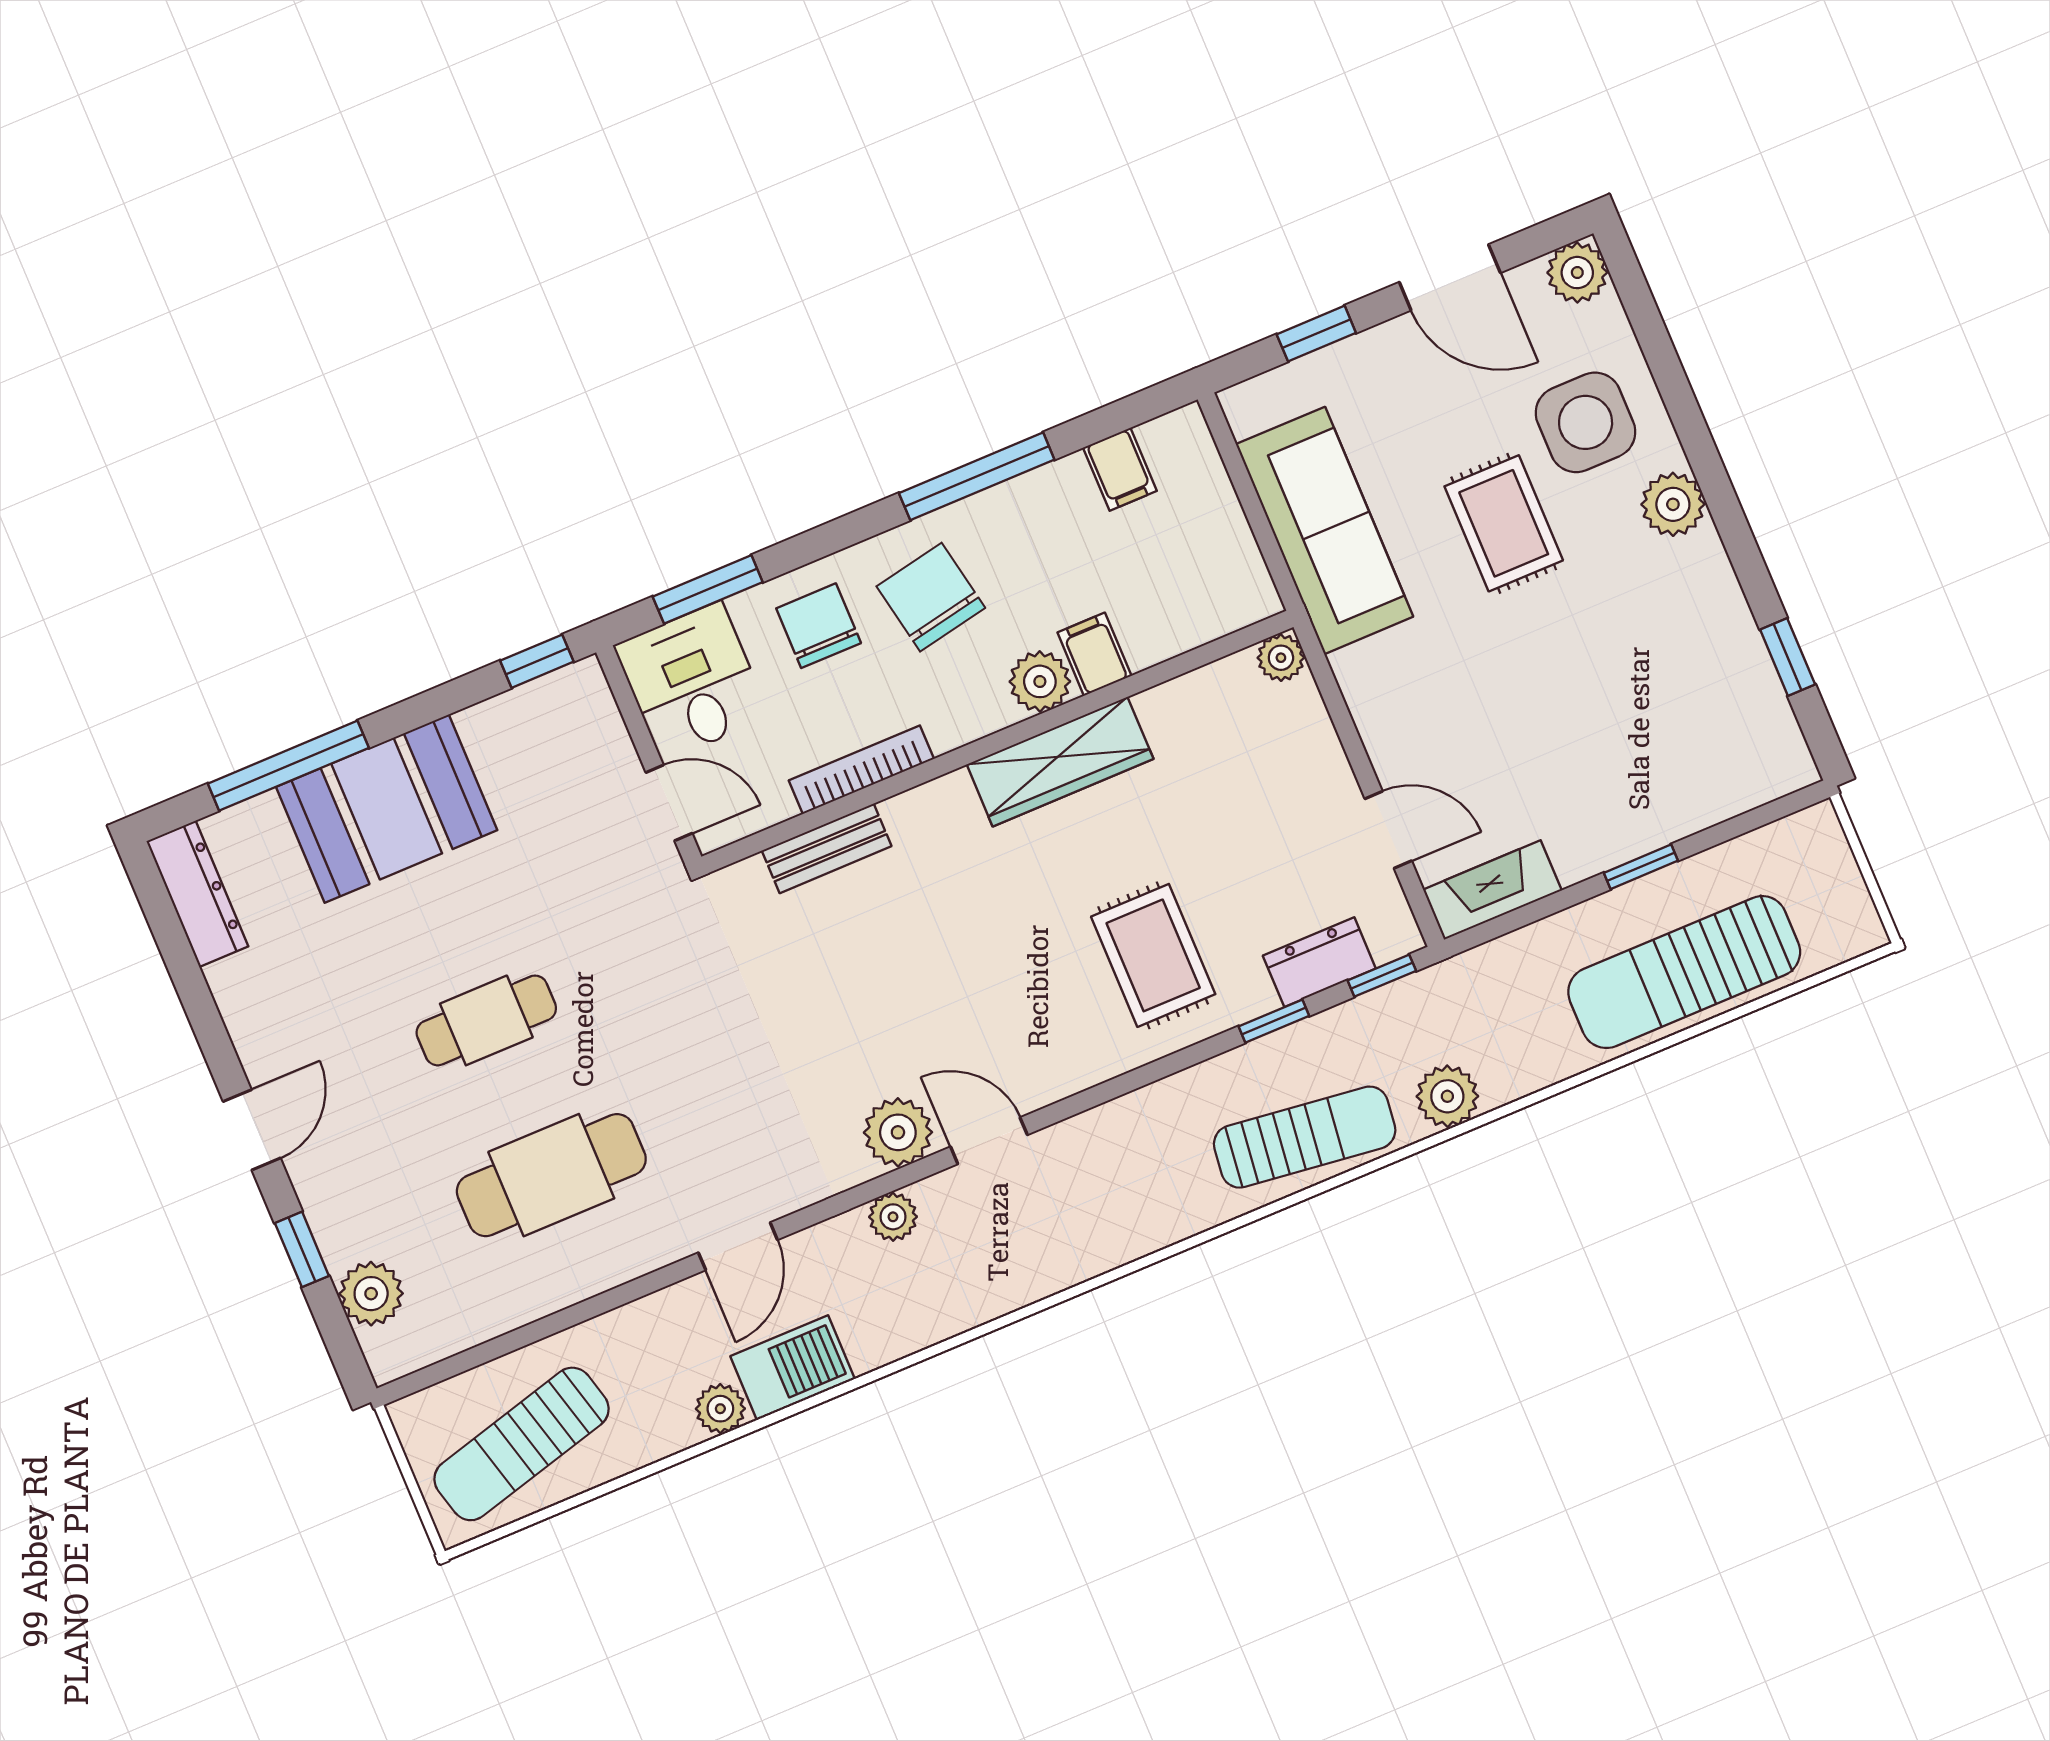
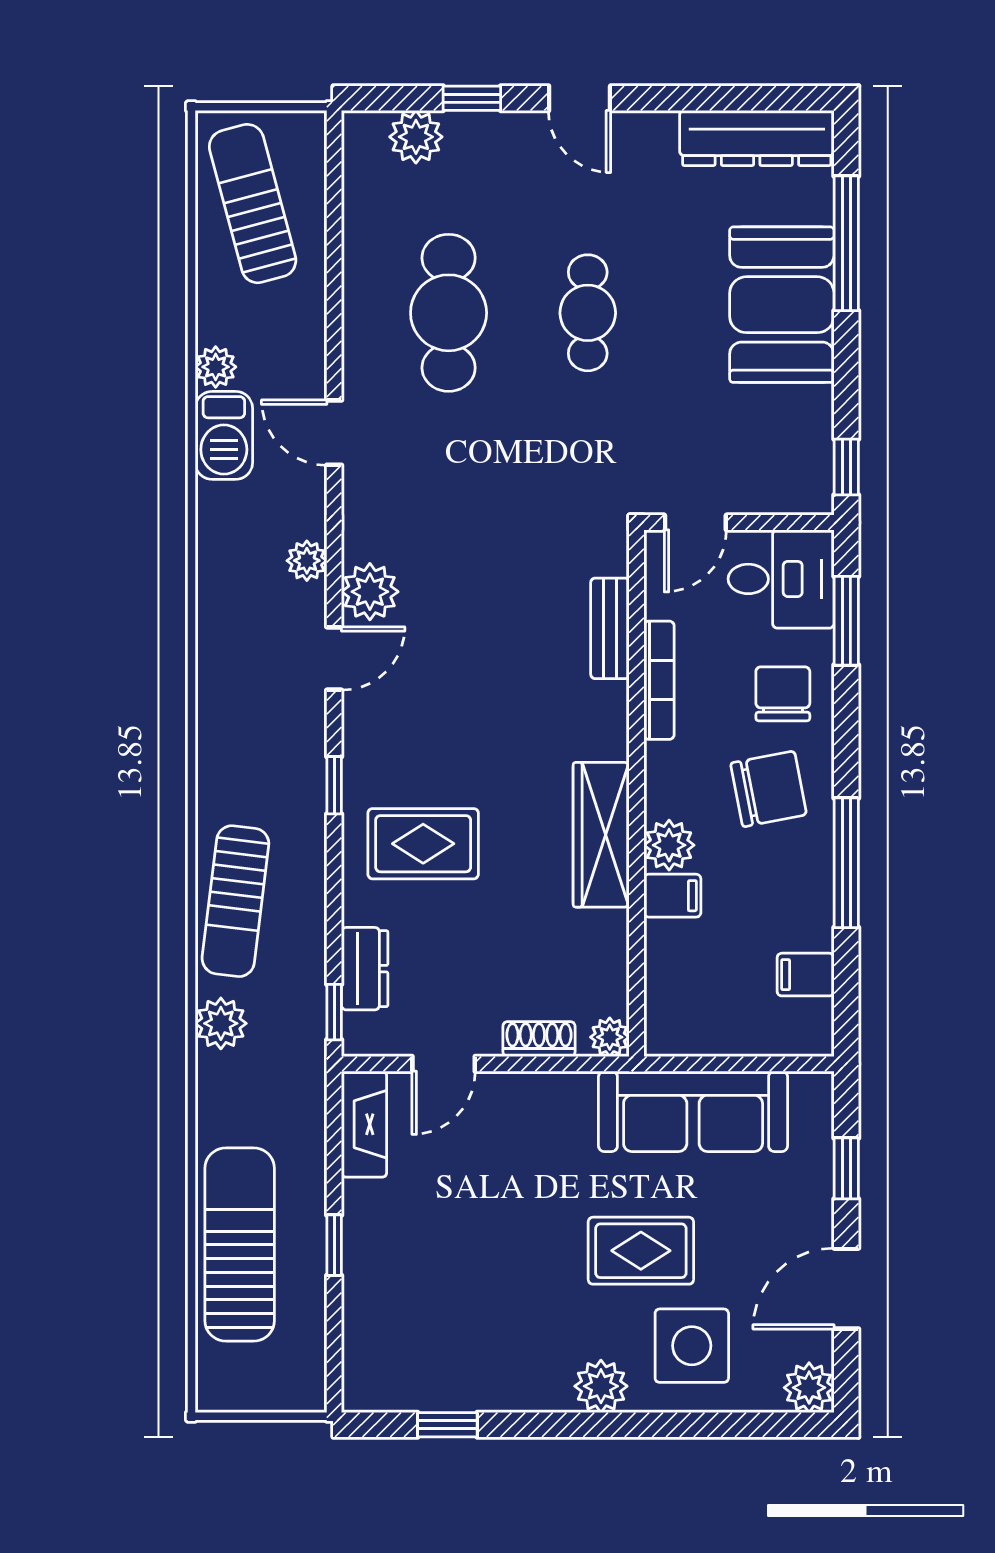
chair: (819, 626) -> (783, 694), turned -90
shoe rack: (1316, 735) -> (539, 1039), added
dresser: (197, 894) -> (757, 138), width x1.37, depth x1.24
window: (1274, 1021) -> (334, 785), moved

